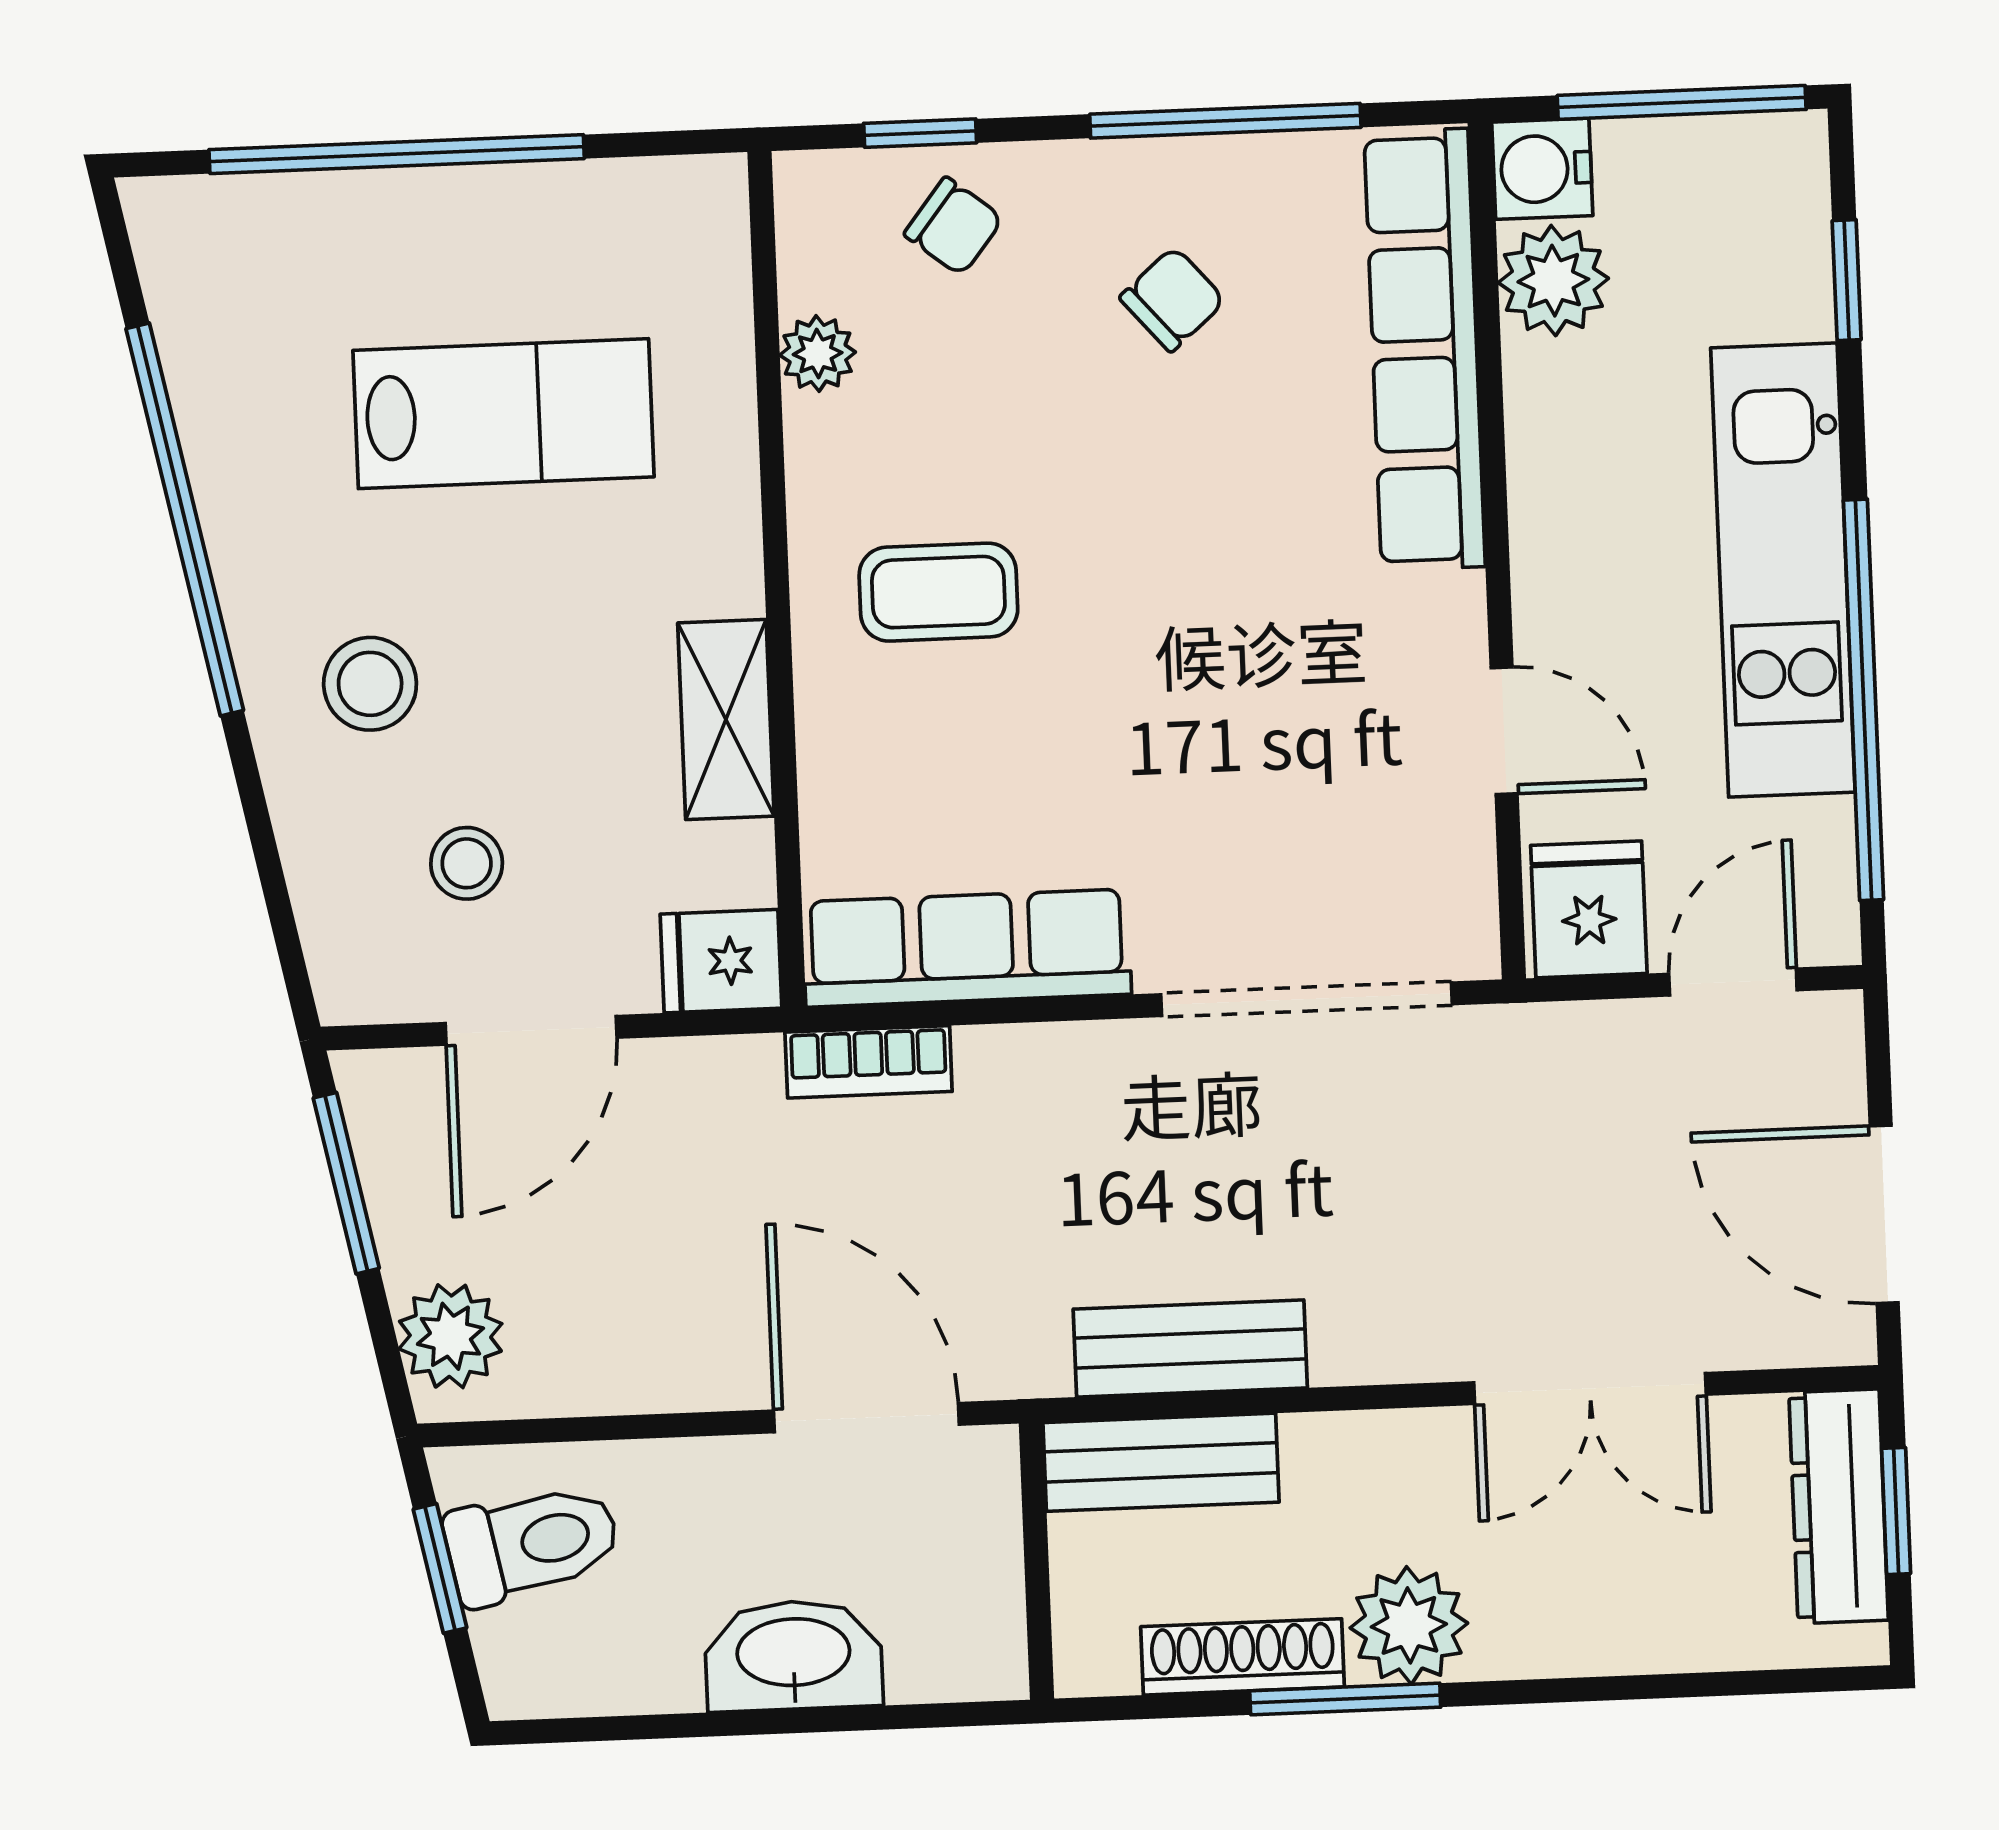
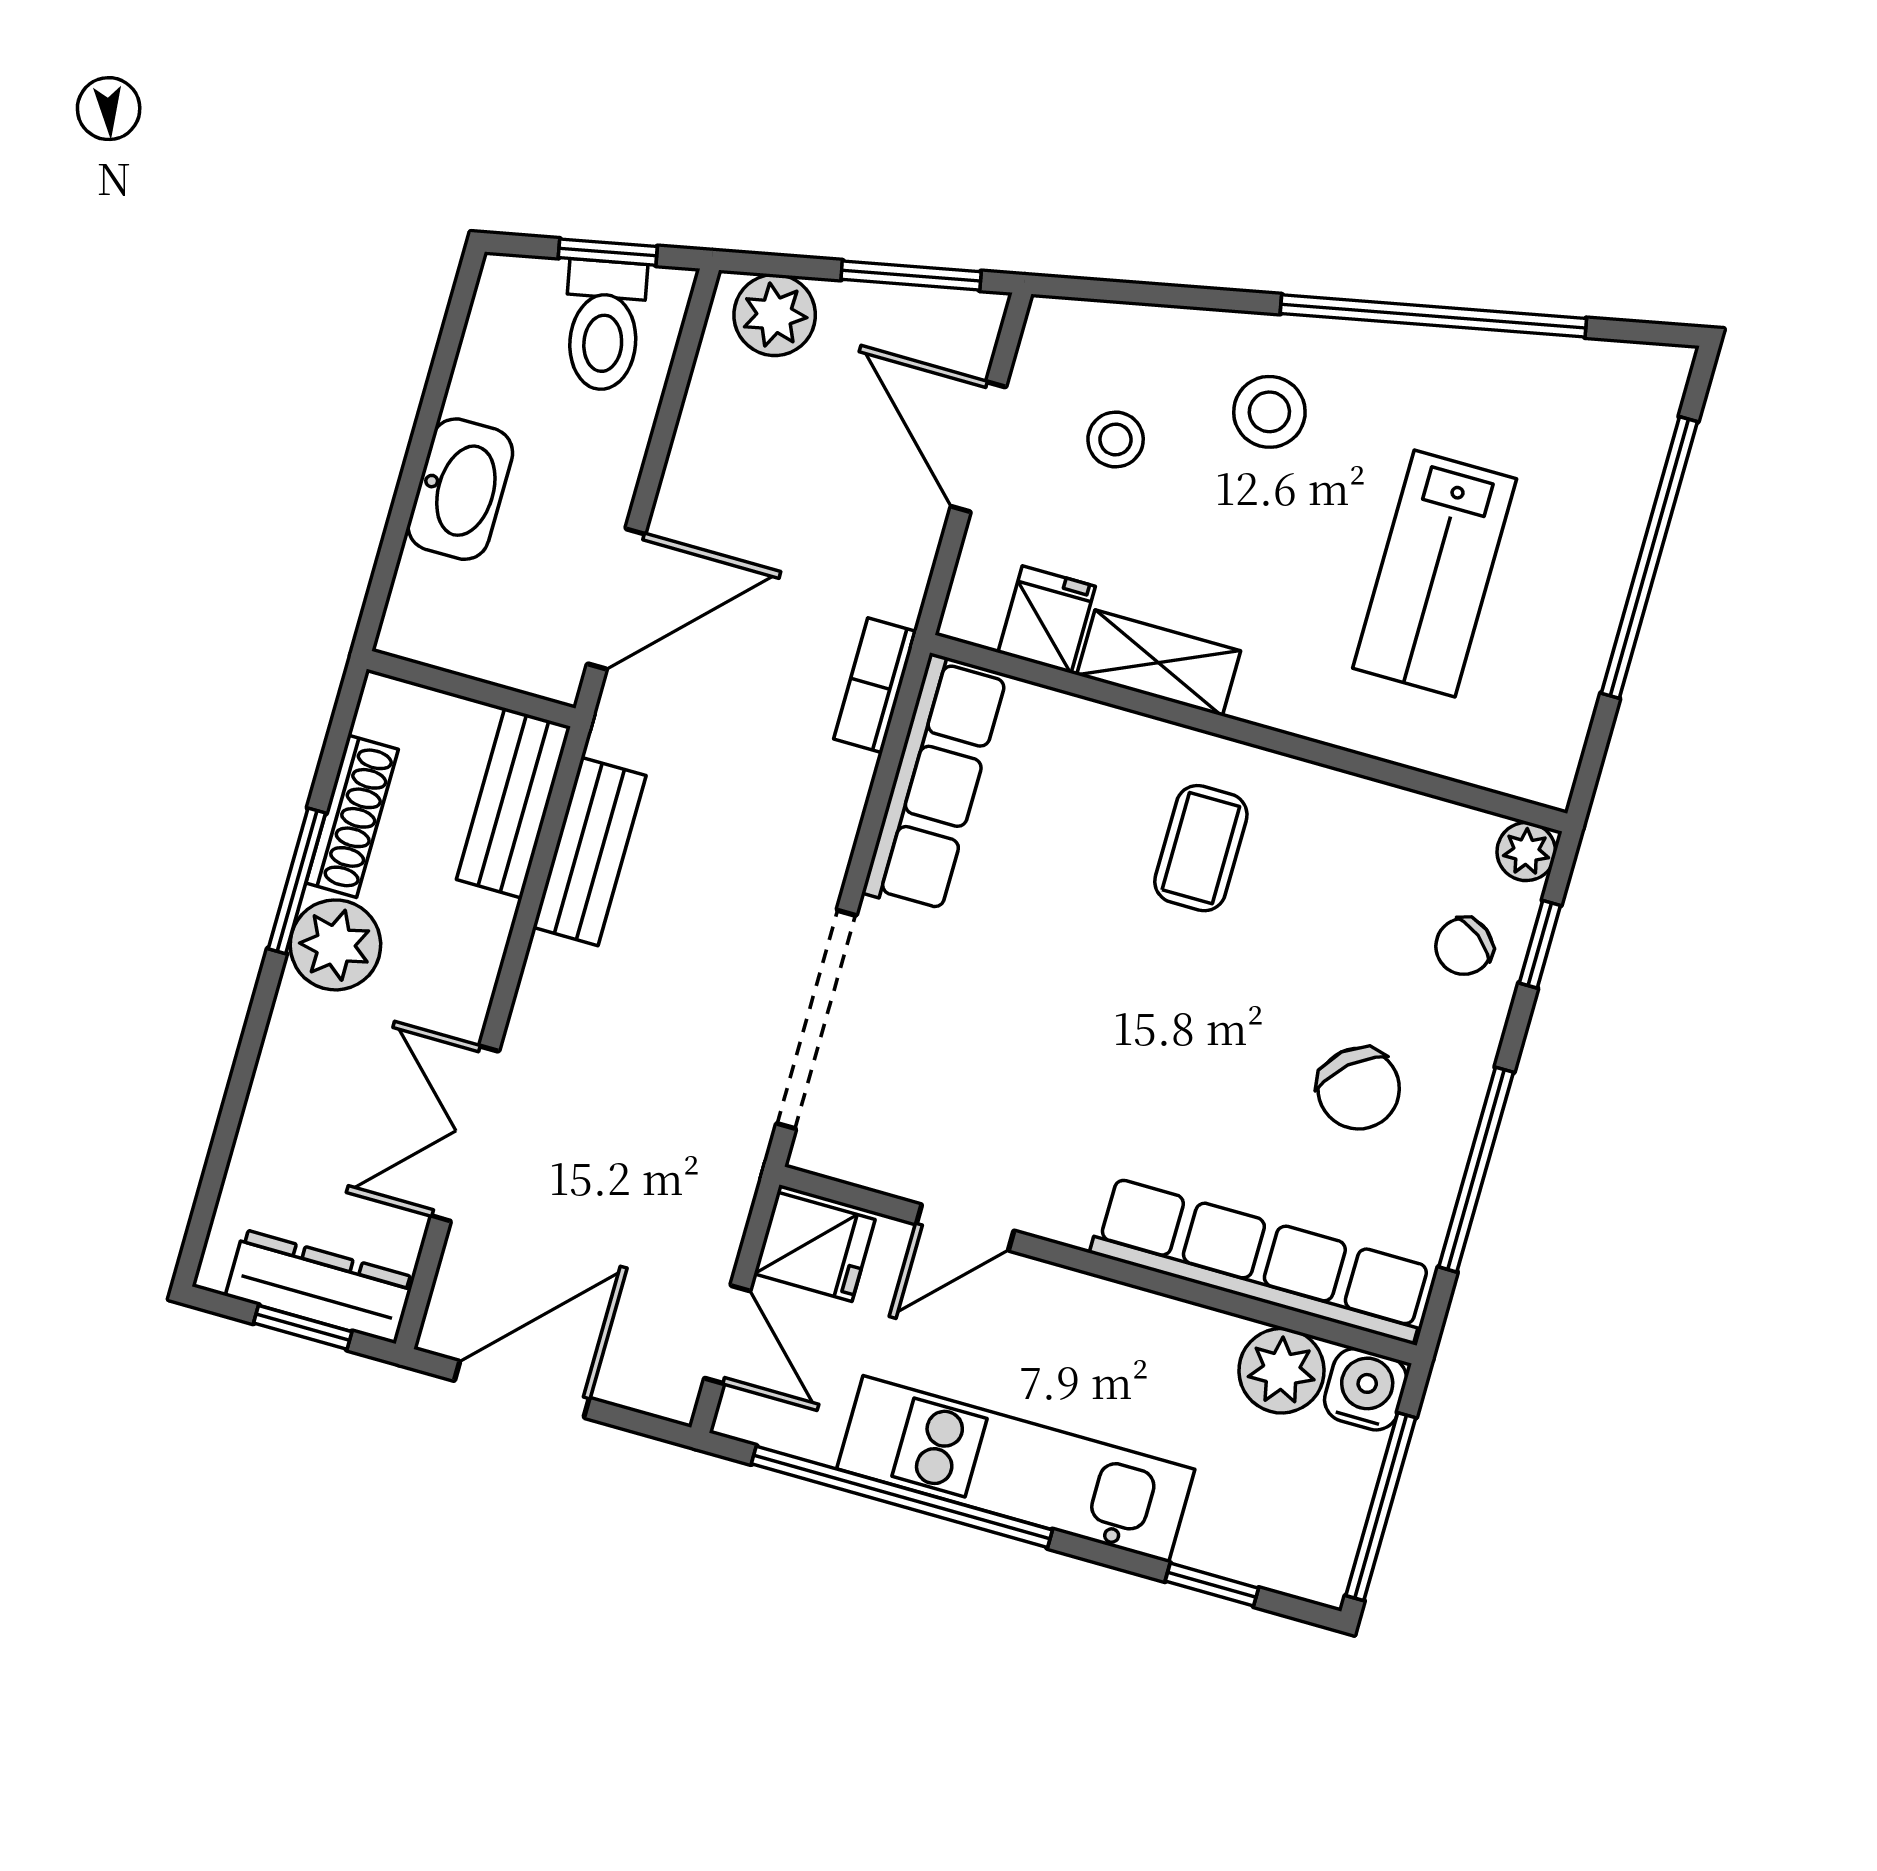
chair: (1172, 299) -> (1359, 1089), width x1.37, depth x1.37
plant: (818, 354) -> (1526, 852), moved
fridge: (721, 961) -> (1047, 619), moved

